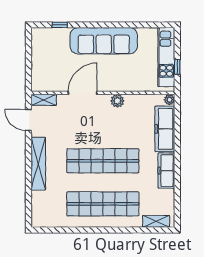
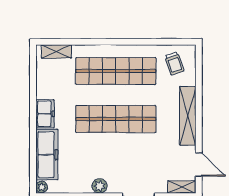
freezer: (166, 171) -> (45, 114), width x0.71
trolley: (50, 211) -> (174, 63), added

